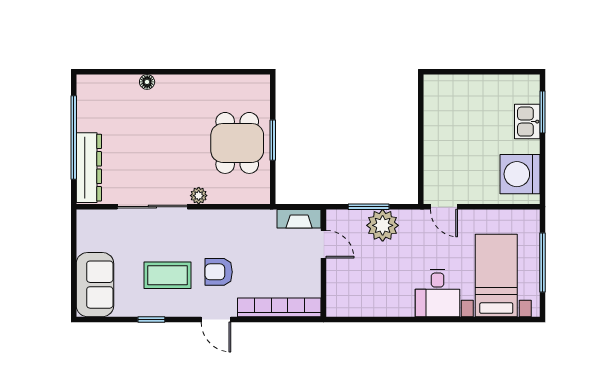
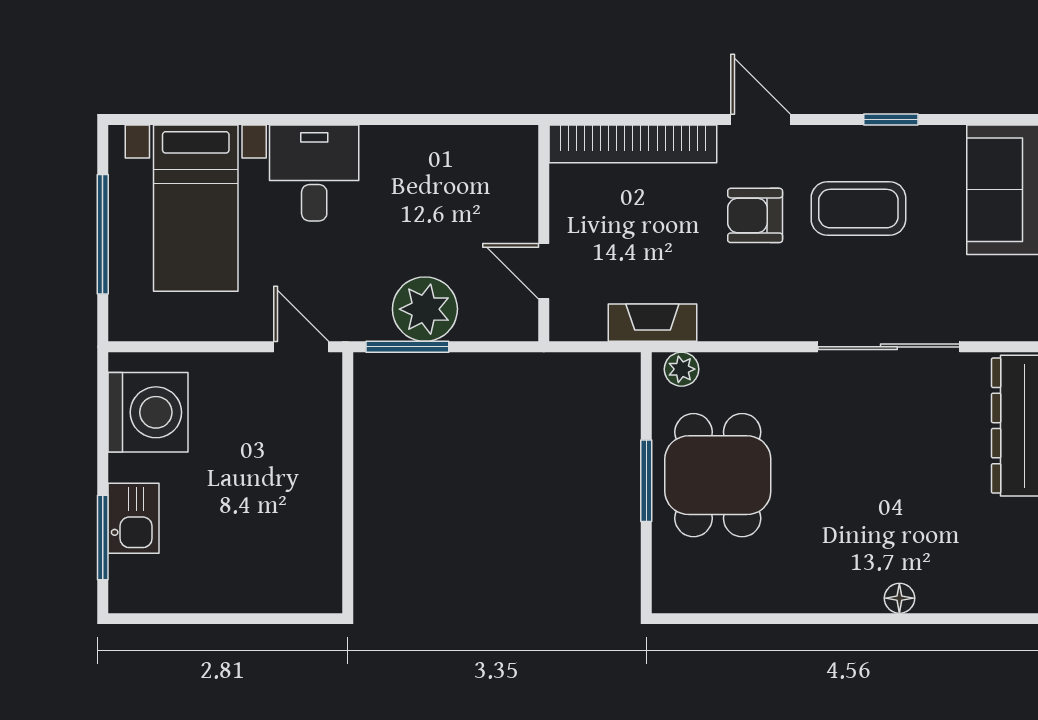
plant: (199, 196) -> (682, 369), moved
window: (369, 207) -> (407, 347), moved
fireplace: (299, 219) -> (652, 323), moved
armchair: (219, 272) -> (755, 215), turned 180

